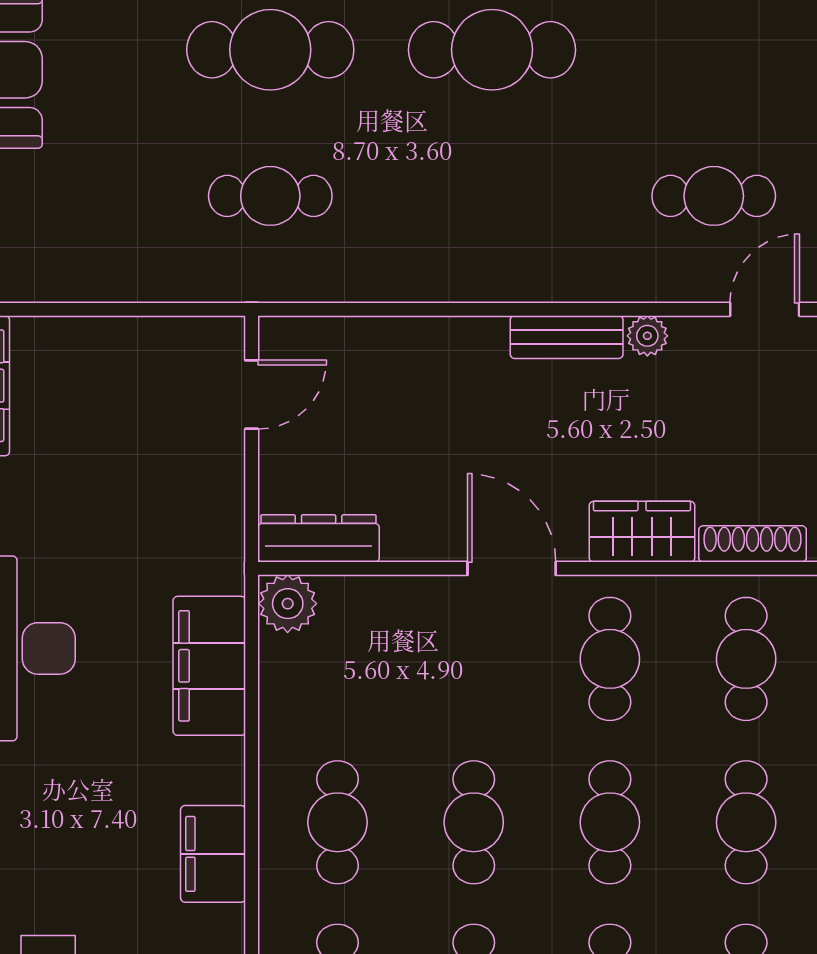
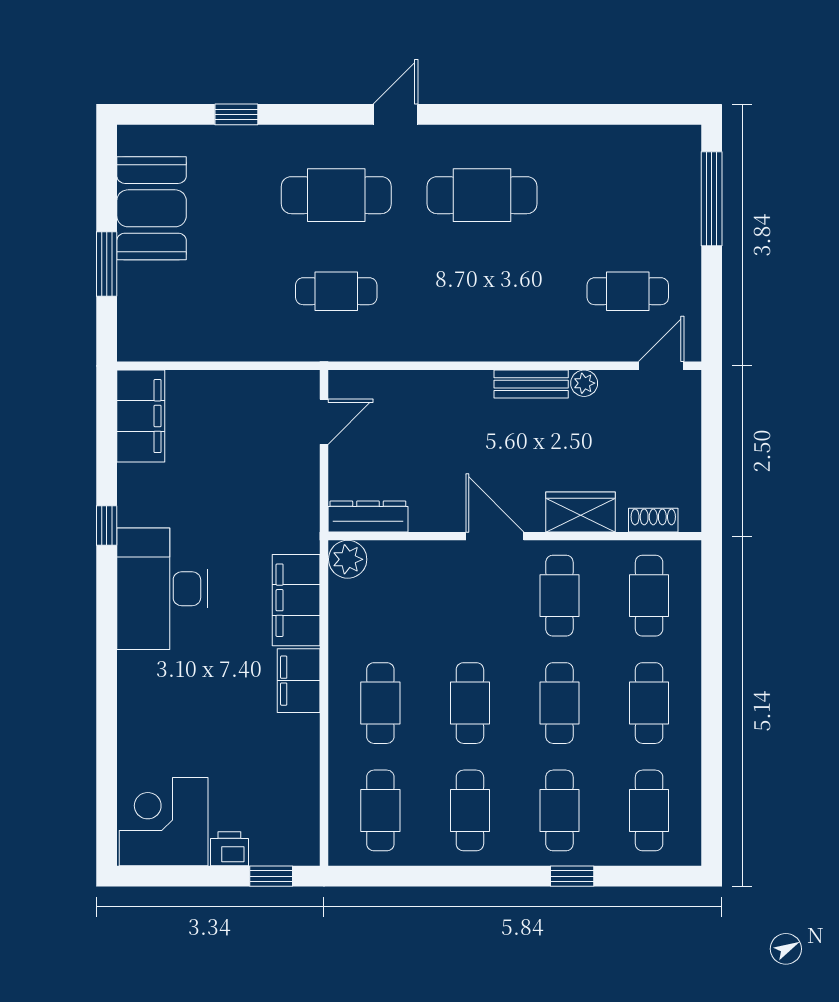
shoe rack: (753, 544) -> (653, 520), width x0.70
filing cabinet: (213, 854) -> (299, 681), moved

